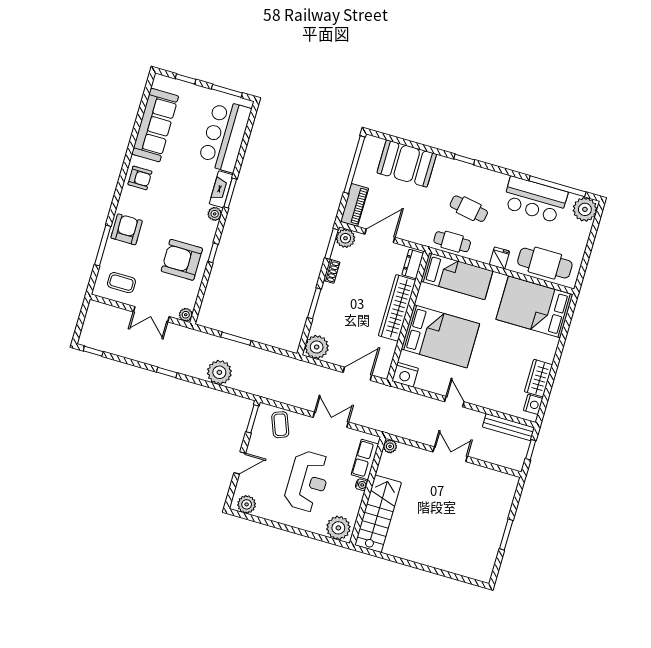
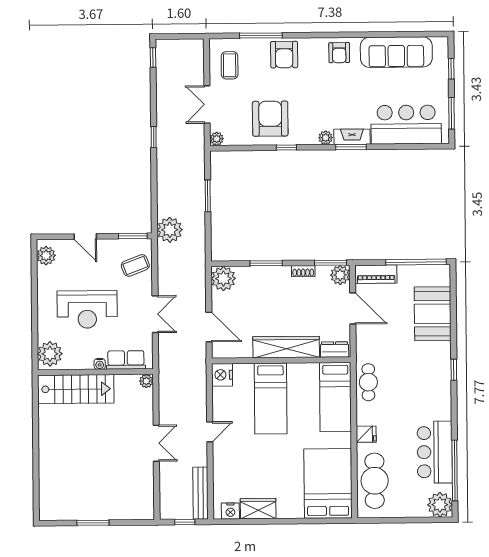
cafe table: (469, 209) -> (406, 389), removed
armchair: (127, 229) -> (284, 55), turned 90
bed: (440, 336) -> (271, 399), width x0.67
plant: (219, 372) -> (170, 230), moved

